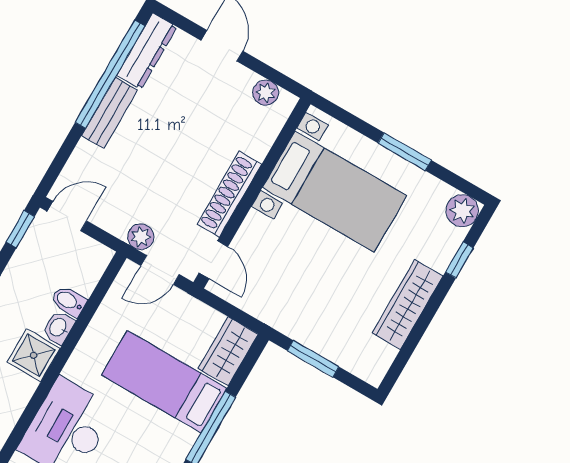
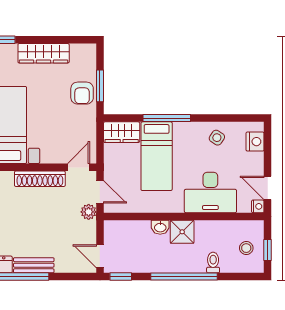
bidet: (69, 301) -> (143, 230), removed
armchair: (318, 327) -> (82, 93), added

